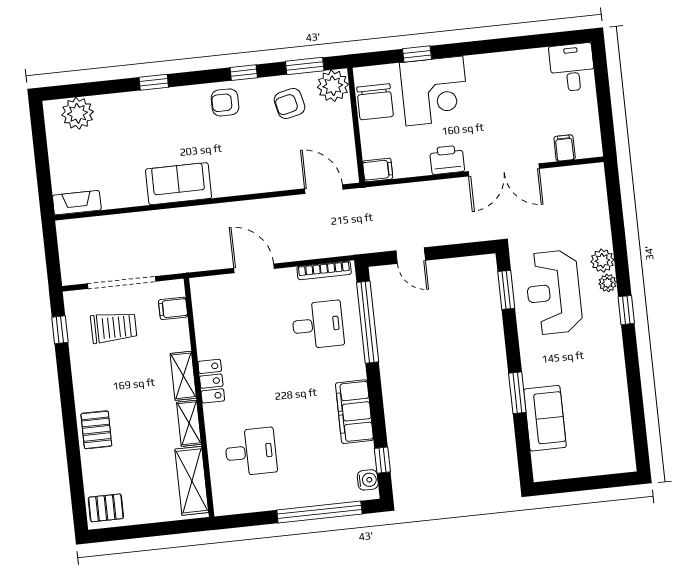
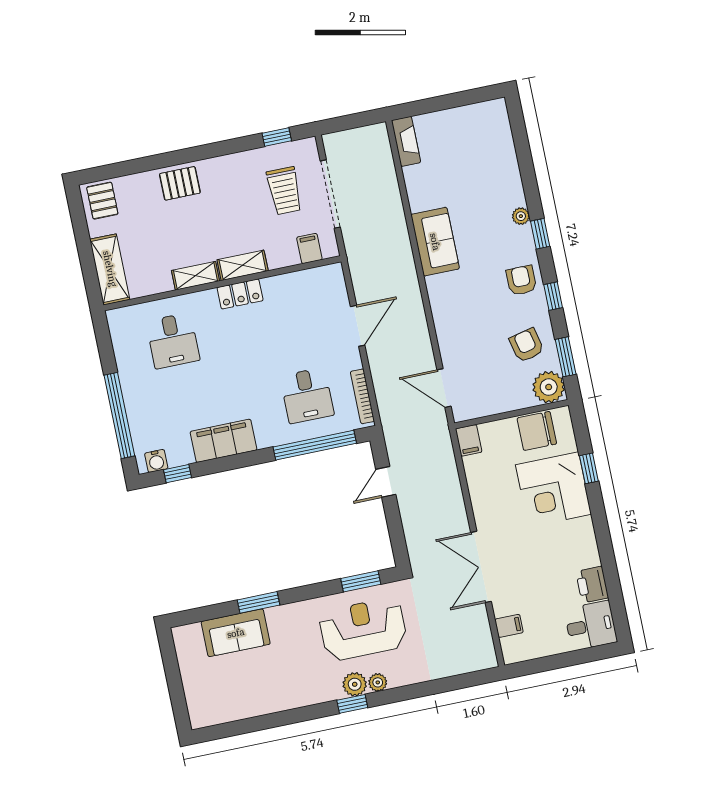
window: (154, 82) -> (540, 234), moved
plant: (78, 113) -> (521, 216), moved, width x0.53, depth x0.53
printer: (447, 160) -> (592, 585), moved, turned 180
door: (324, 189) -> (444, 388), swing flipped
plant: (602, 261) -> (355, 684), moved
shelving: (192, 481) -> (110, 269), moved, turned 90

